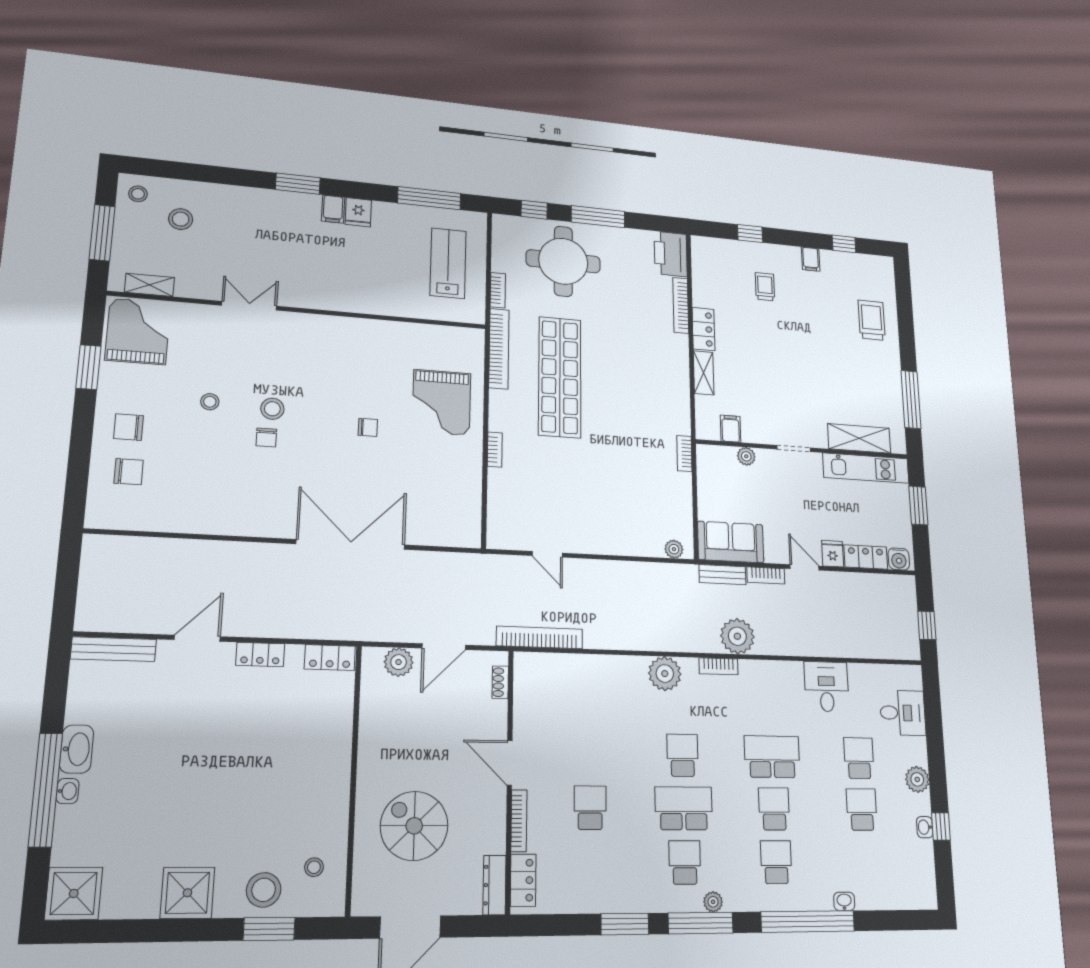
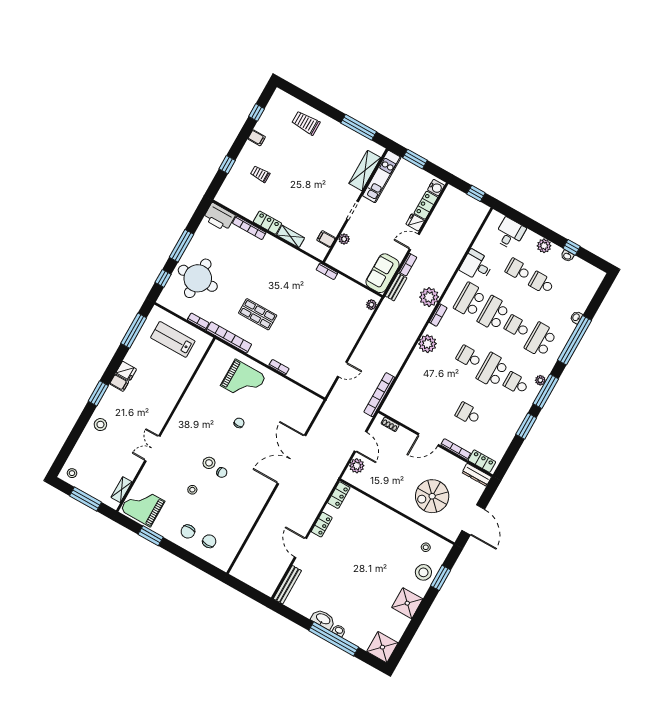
stool: (181, 219) -> (100, 425), moved
shop shelf: (560, 377) -> (258, 314), width x0.50, depth x0.74
school desk: (770, 706) -> (470, 300), added
school desk: (776, 862) -> (541, 340), width x1.85

